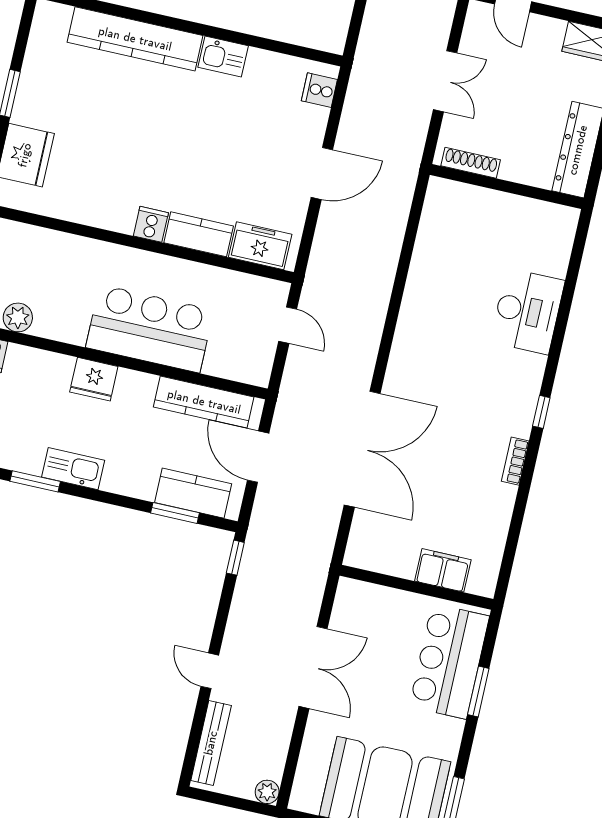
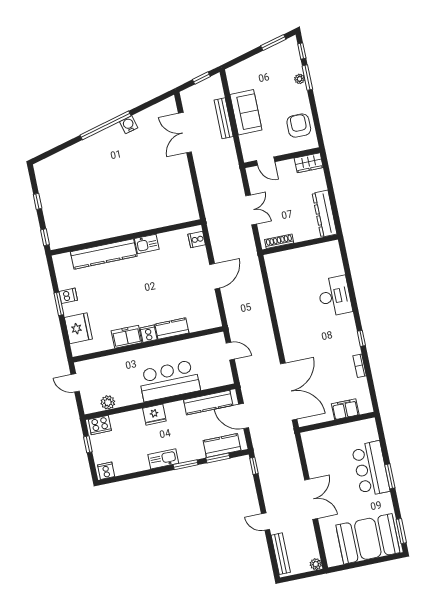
dishwasher: (34, 86) -> (68, 296), added
freezer: (260, 246) -> (127, 337), moved
window: (35, 481) -> (186, 465), moved
filing cabinet: (443, 570) -> (345, 409), moved
wall: (416, 587) -> (337, 422), moved

